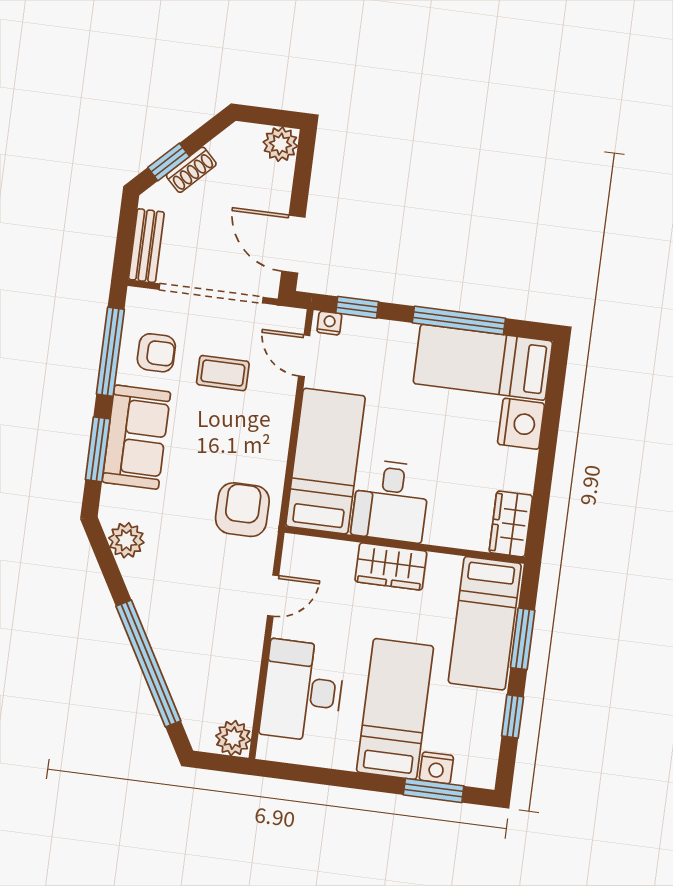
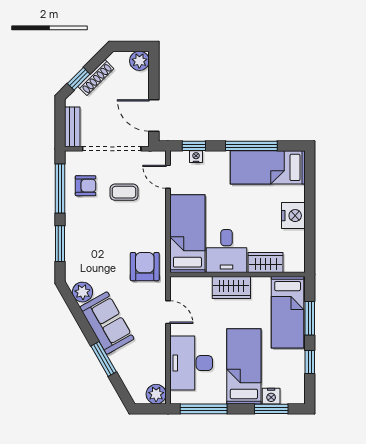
shoe rack: (191, 170) -> (96, 77), width x1.43
nightstand: (329, 323) -> (196, 157), moved
nightstand: (521, 424) -> (293, 216), moved
sofa: (136, 437) -> (107, 323), moved, turned -30
wardrobe: (511, 524) -> (266, 263), moved, turned 90
door: (273, 596) -> (168, 312), hinge flipped
window: (148, 664) -> (104, 359), width x0.47
window: (314, 775) -> (204, 409), added

